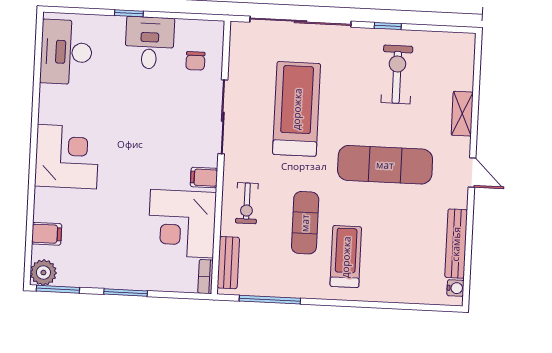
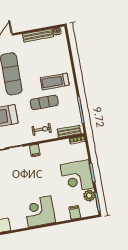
corner desk: (182, 224) -> (77, 176), moved, turned 90
plant: (43, 273) -> (89, 196), moved

